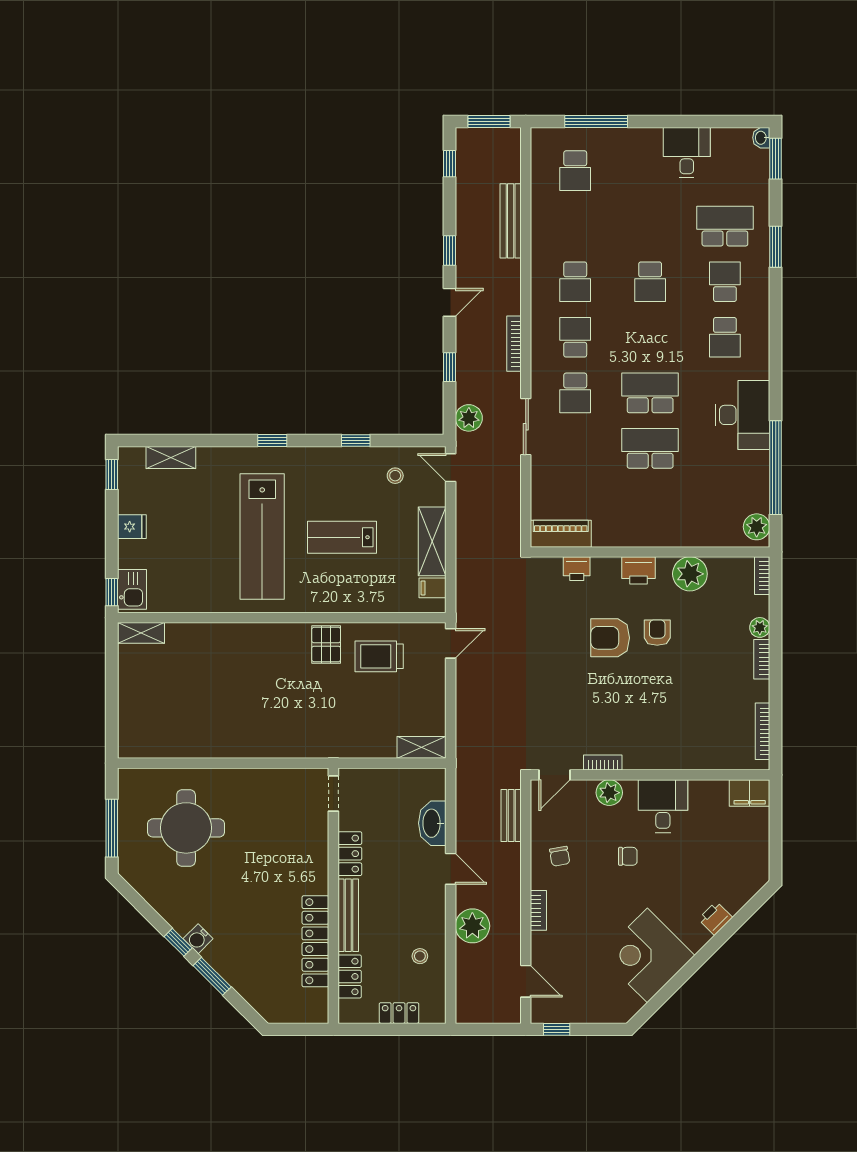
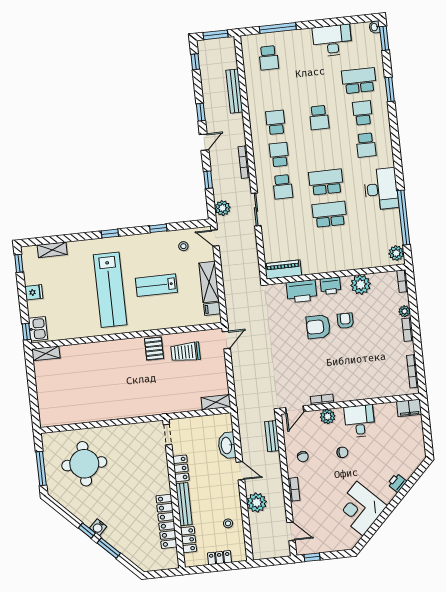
desk: (687, 153) -> (332, 40), width x1.37
school desk: (575, 282) -> (276, 122), turned 180
printer: (577, 569) -> (302, 291), width x1.87, depth x1.48

